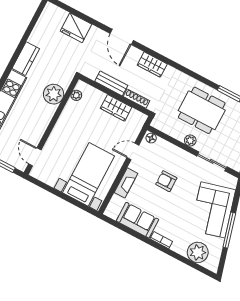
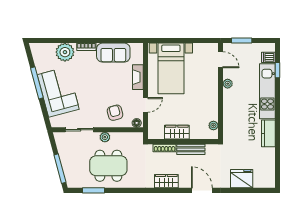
plant: (54, 94) -> (228, 84), moved, width x0.53, depth x0.53
armchair: (166, 181) -> (115, 113), moved, turned -105
plant: (198, 252) -> (65, 52), moved

